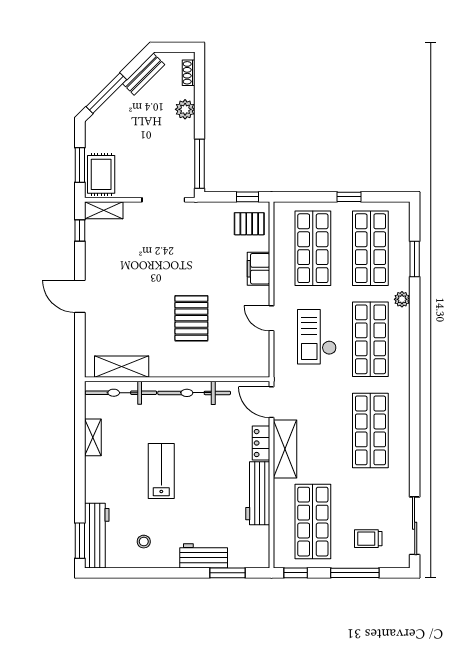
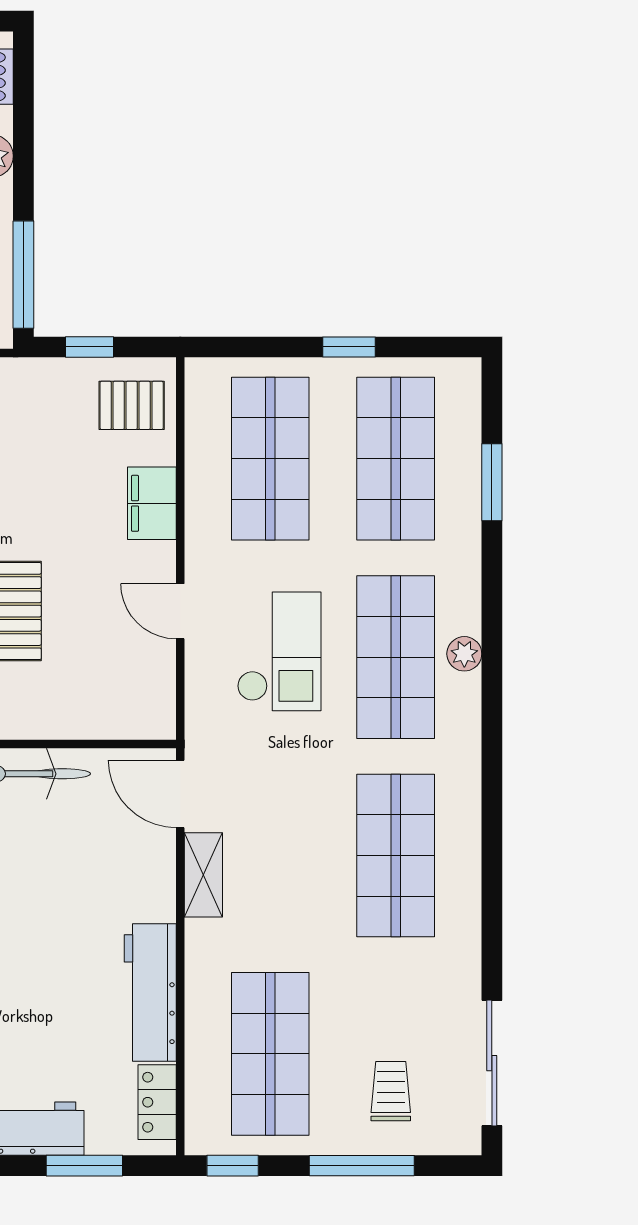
window: (247, 197) -> (89, 347), moved
plant: (402, 299) -> (464, 654), moved
checkout: (317, 337) -> (279, 651), turned 180
locker: (261, 443) -> (157, 1102), moved
shelving: (285, 449) -> (203, 875), width x0.67, depth x0.75
trolley: (368, 539) -> (391, 1091), turned 90

